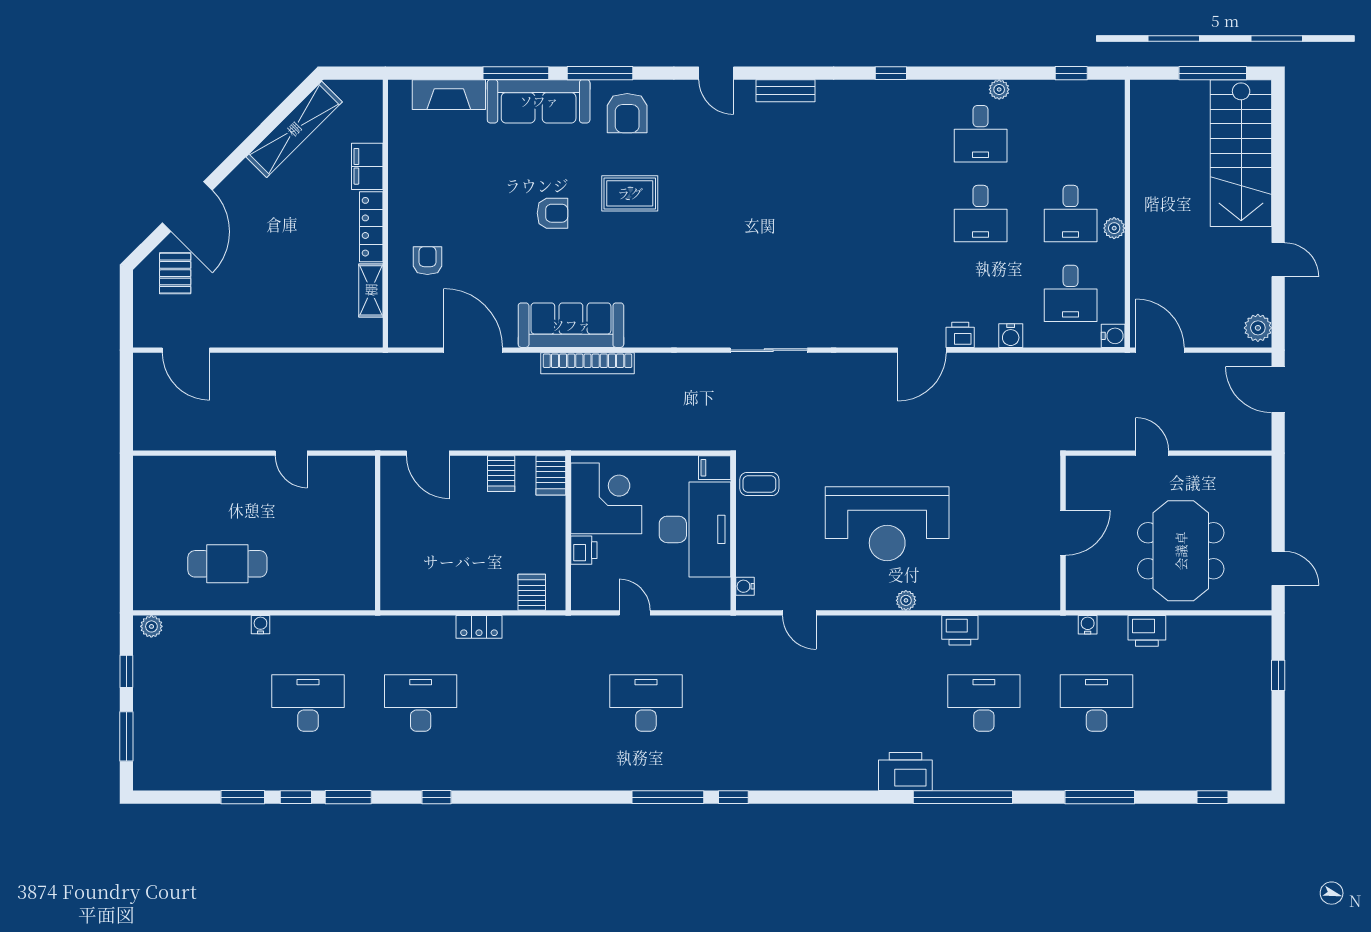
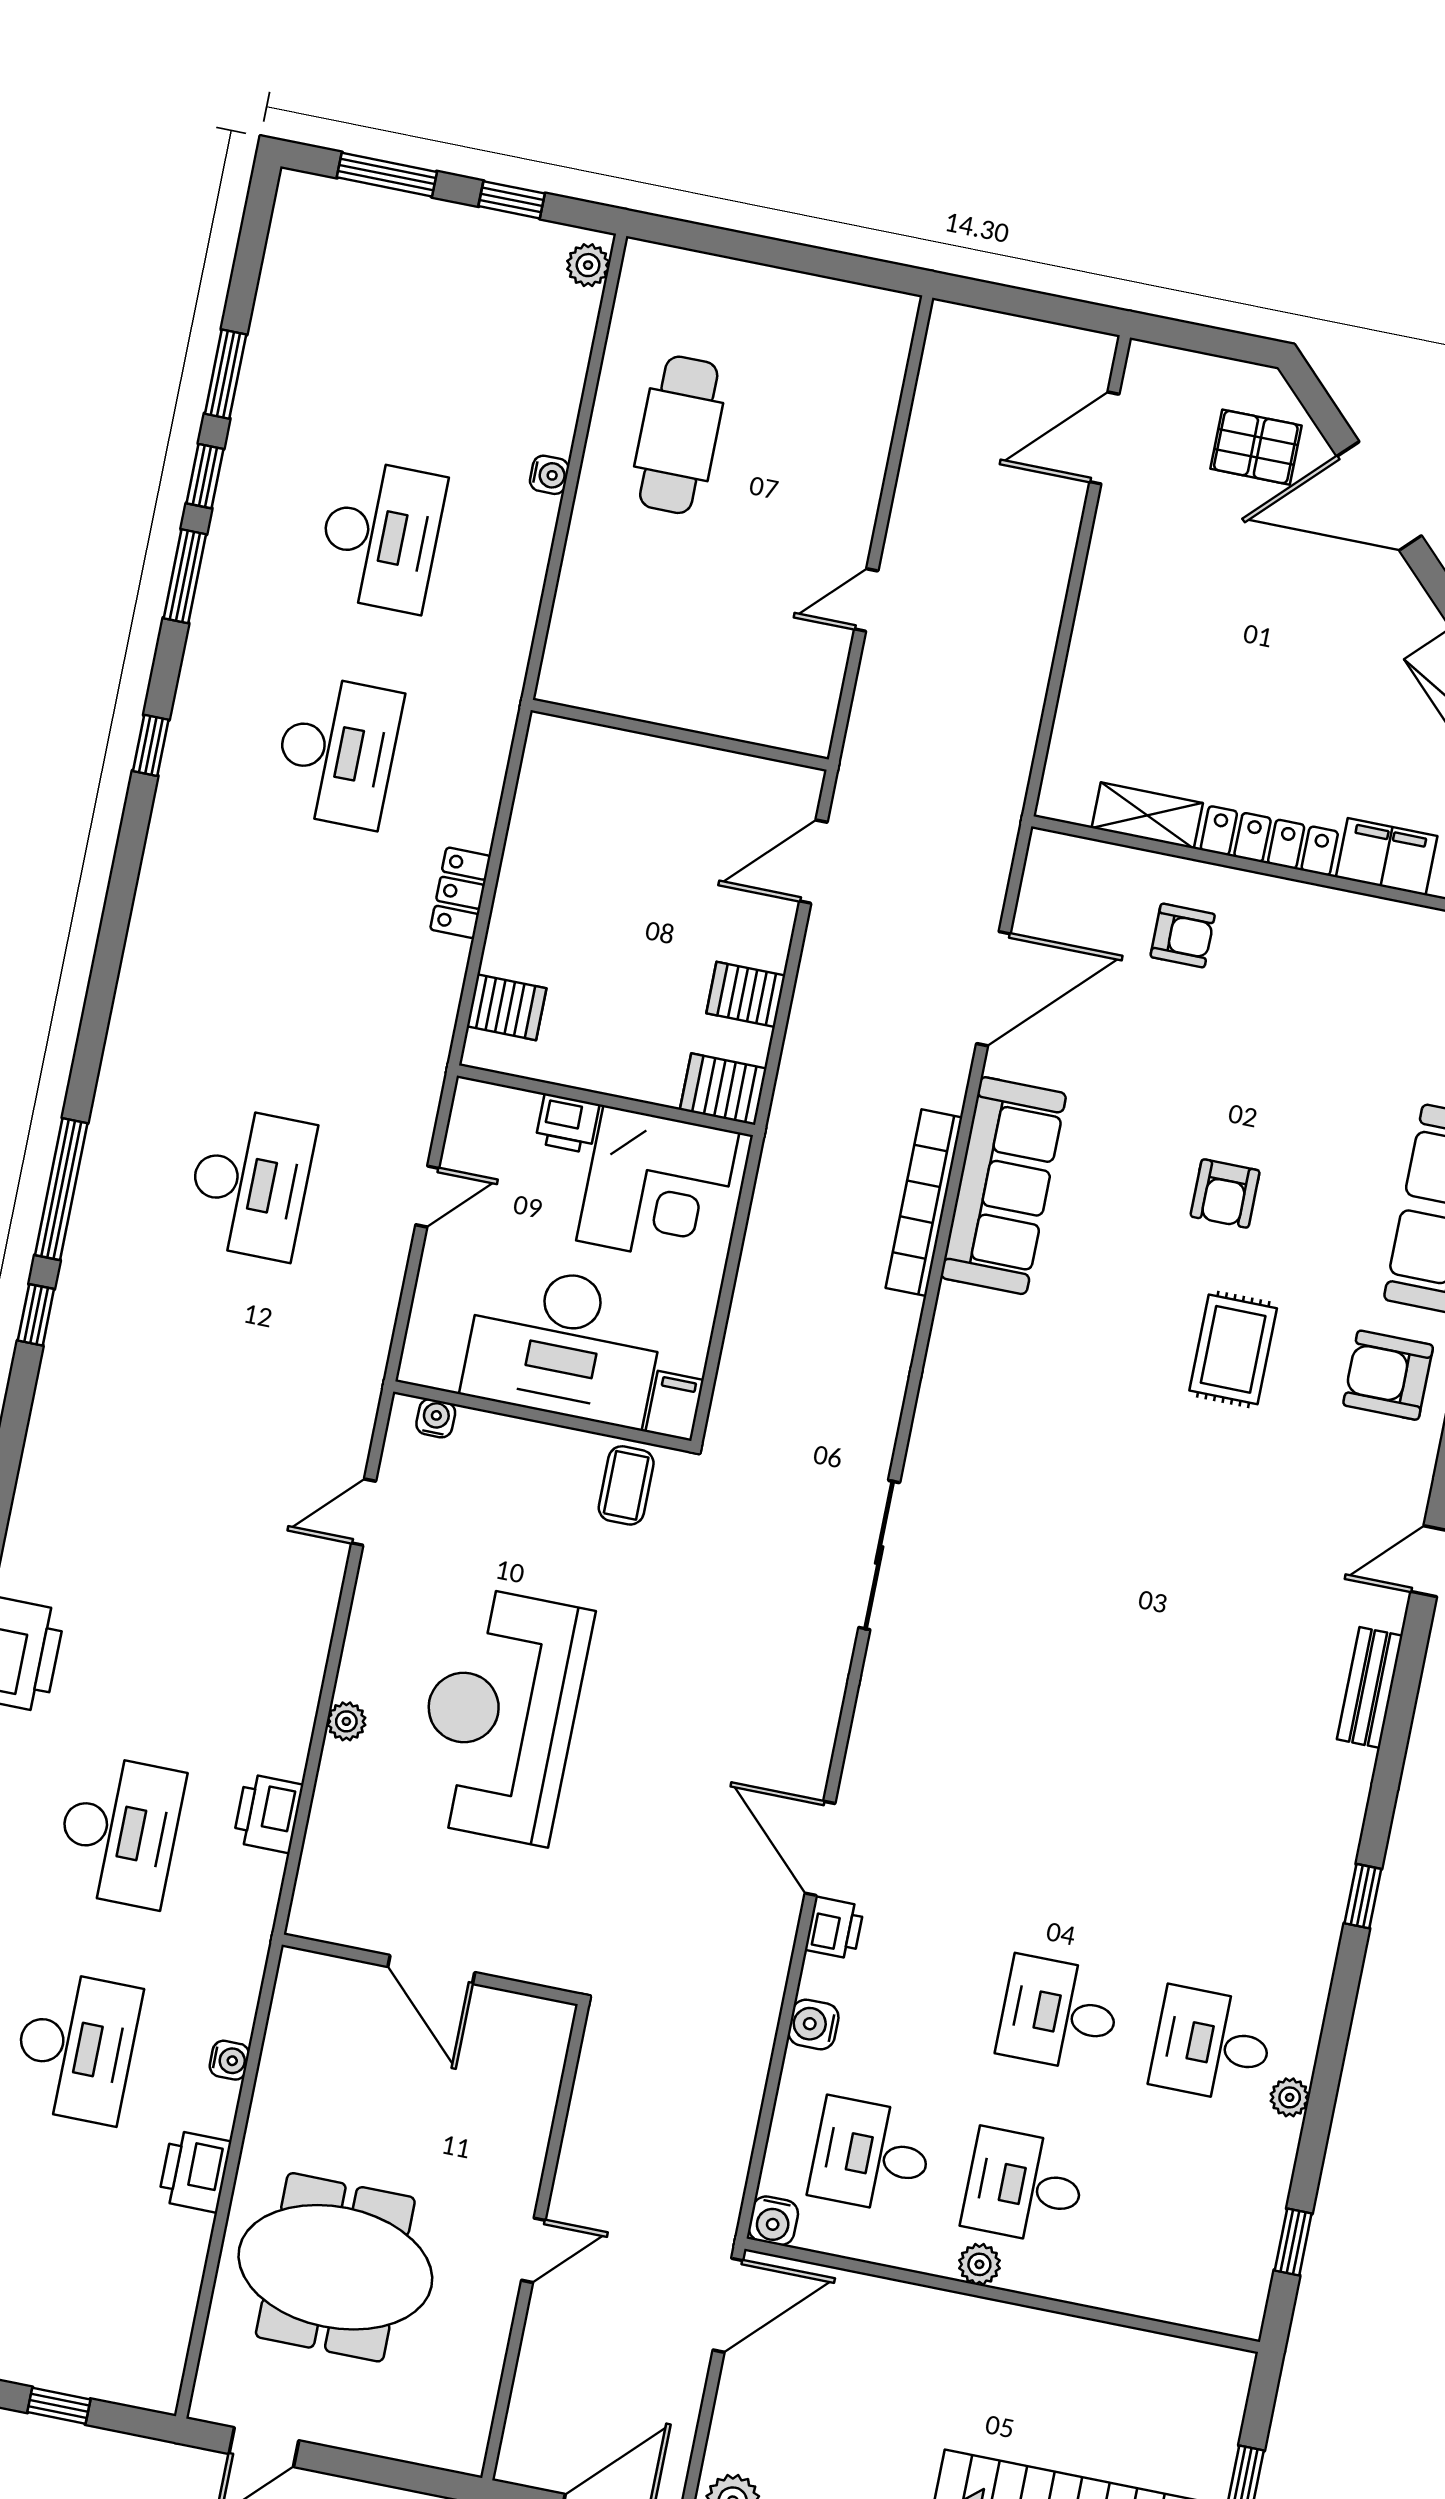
door: (1063, 533) -> (431, 1969), moved
wall: (1063, 533) -> (431, 1969), moved

